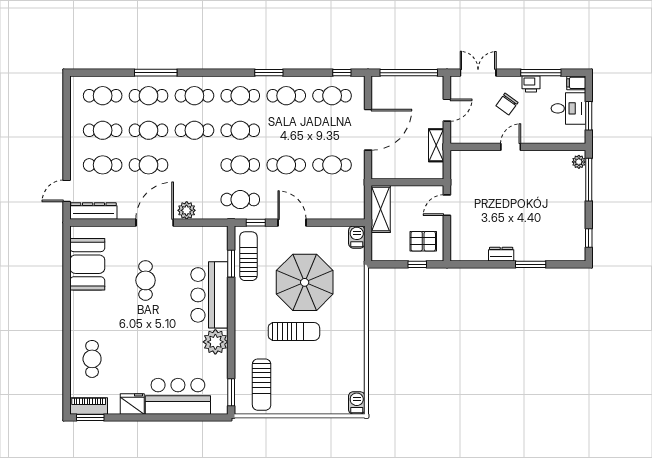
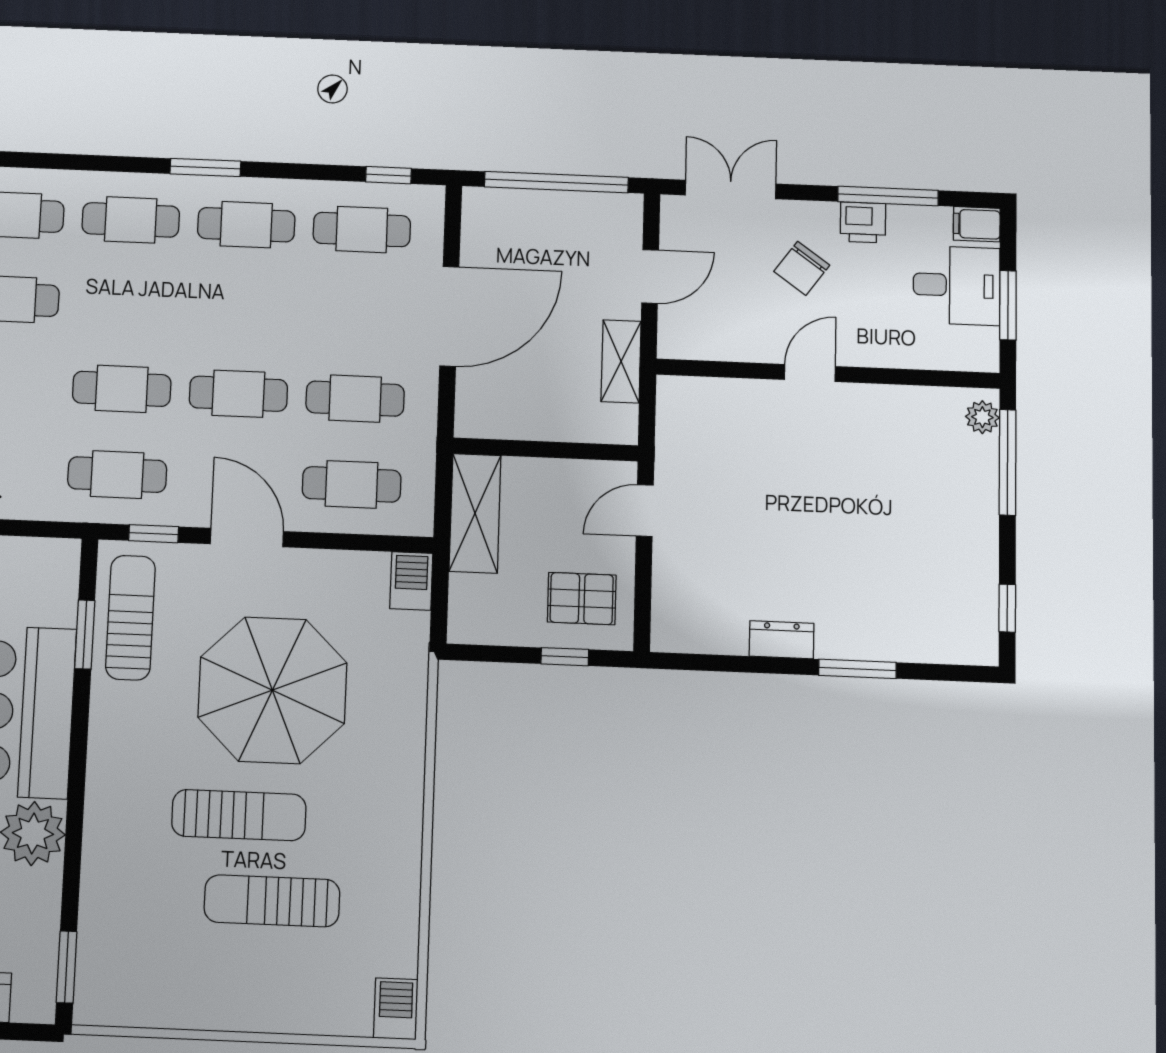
cafe table: (240, 130) -> (352, 484), moved
sun lounger: (262, 385) -> (272, 901), moved, turned 90

